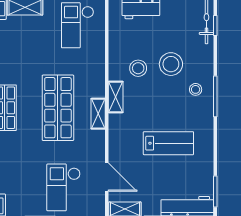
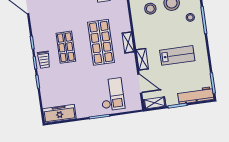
shelving: (116, 97) -> (142, 59), moved
checkout: (63, 187) -> (112, 94), turned 180

